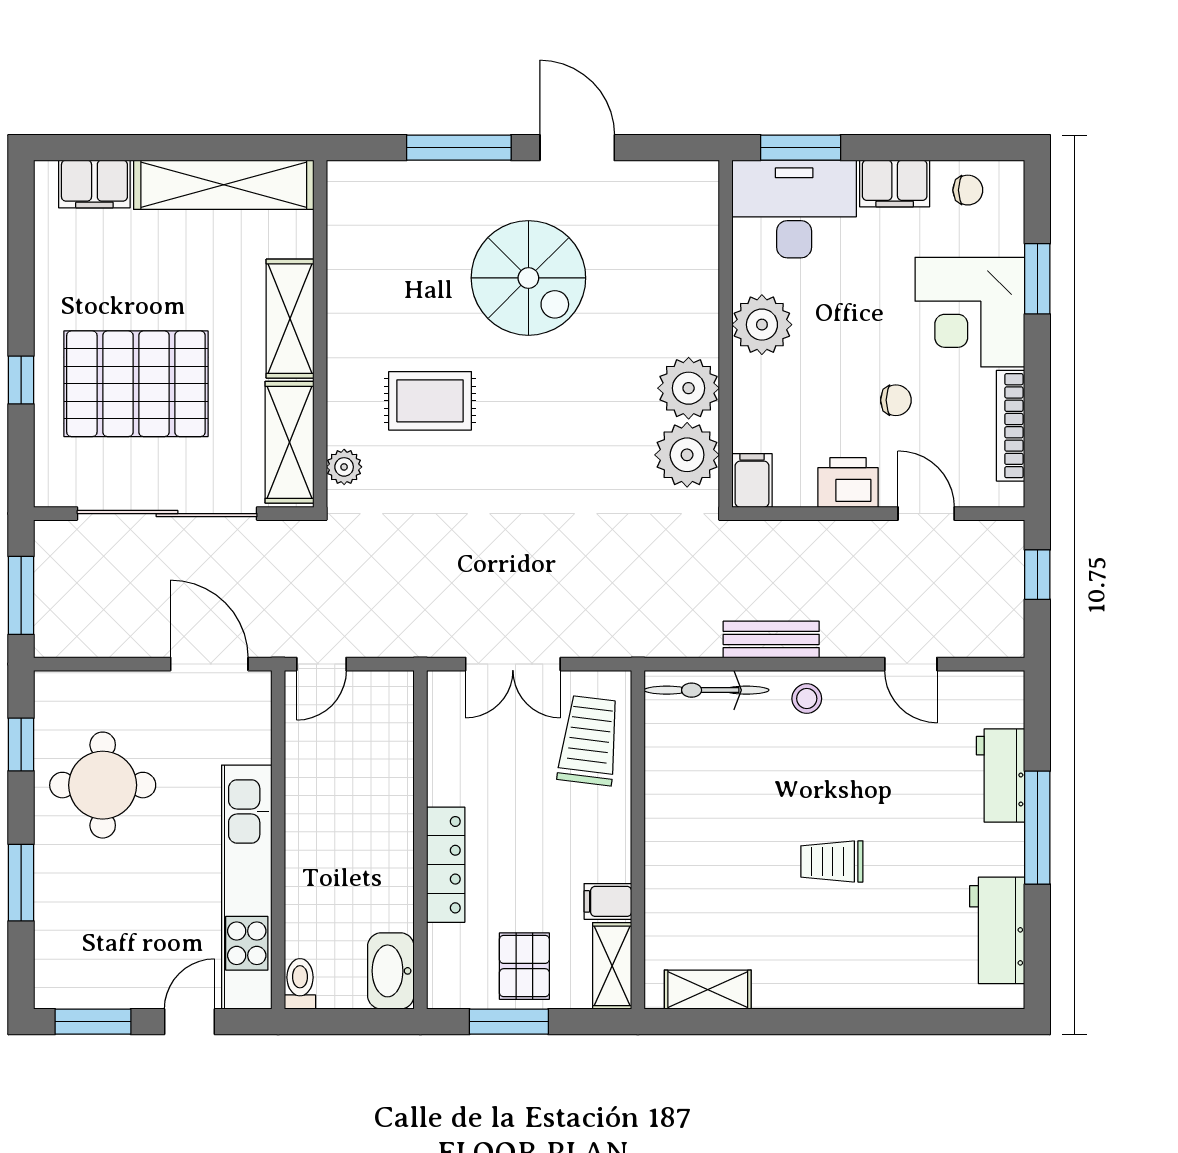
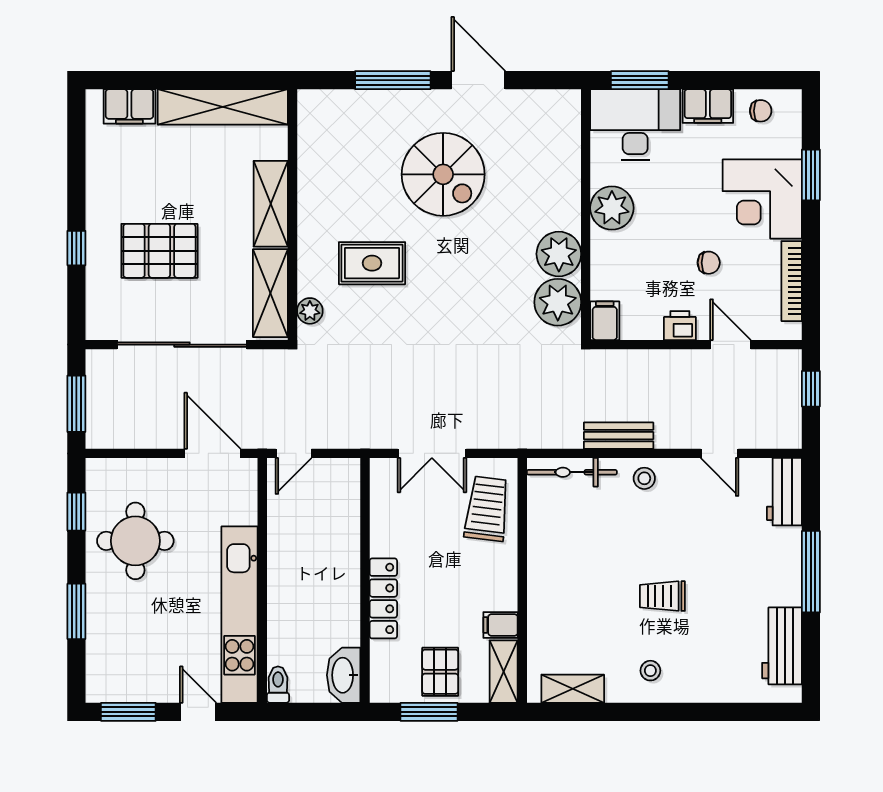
pallet: (136, 384) -> (159, 251), width x0.73, depth x0.71
printer: (848, 482) -> (680, 326), width x0.73, depth x0.81
workbench: (1001, 776) -> (784, 492), moved
stool: (815, 965) -> (650, 671), added
door: (189, 1022) -> (198, 712), hinge flipped

